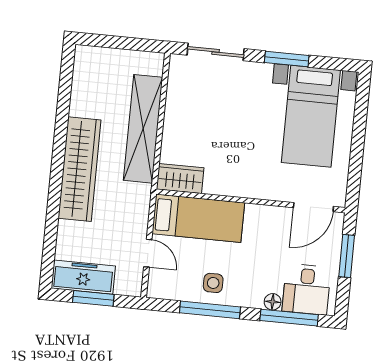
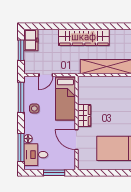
wardrobe: (180, 179) -> (84, 116), moved
door: (313, 207) -> (76, 140), moved
freezer: (83, 277) -> (31, 40), width x0.71
window: (210, 310) -> (21, 97), moved

